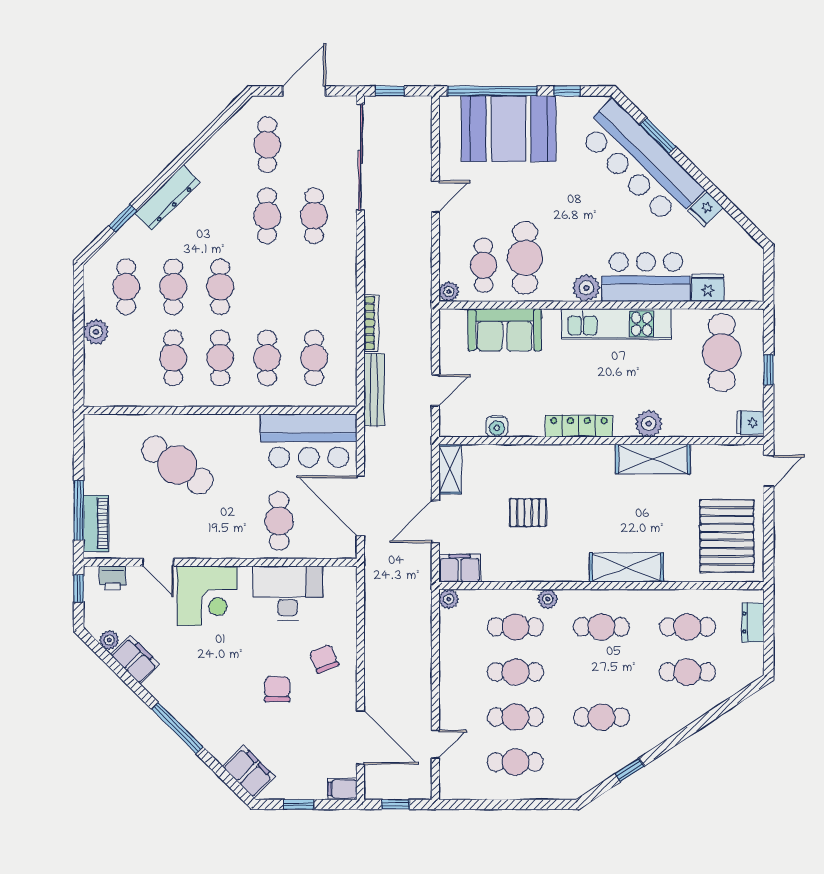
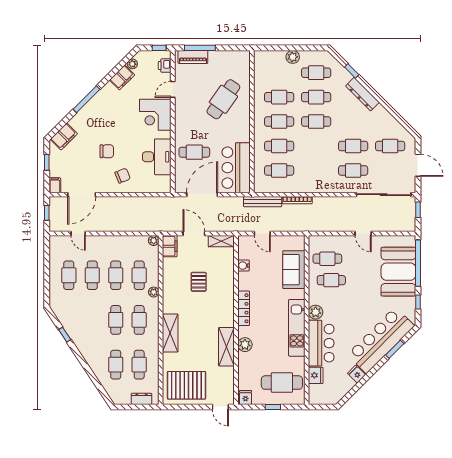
cafe table: (525, 258) -> (331, 280), width x0.73, depth x0.74
plant: (449, 292) -> (314, 241), removed
cafe table: (601, 717) -> (116, 320), moved

